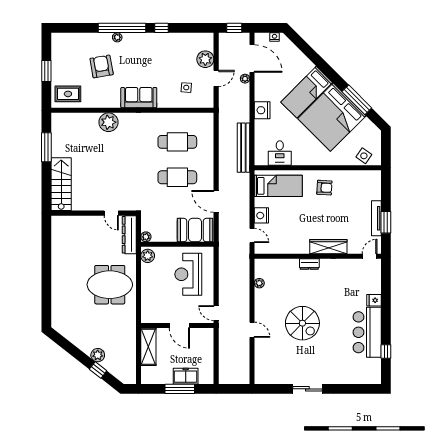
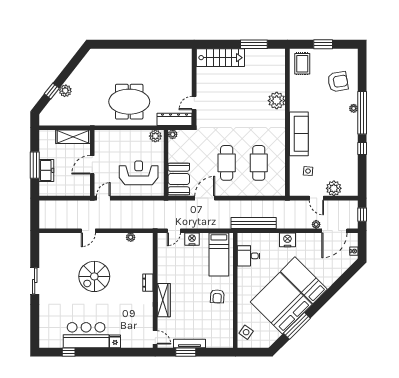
armchair: (102, 66) -> (338, 82), moved
sofa: (139, 98) -> (299, 134), width x1.36
meeting table: (110, 285) -> (129, 102), turned 90

